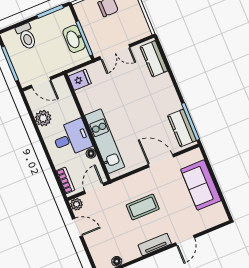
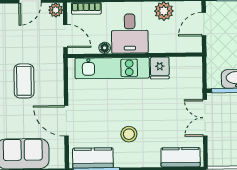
fridge: (80, 80) -> (160, 68), moved
stool: (152, 107) -> (129, 134), added
door: (161, 161) -> (66, 121), swing flipped

